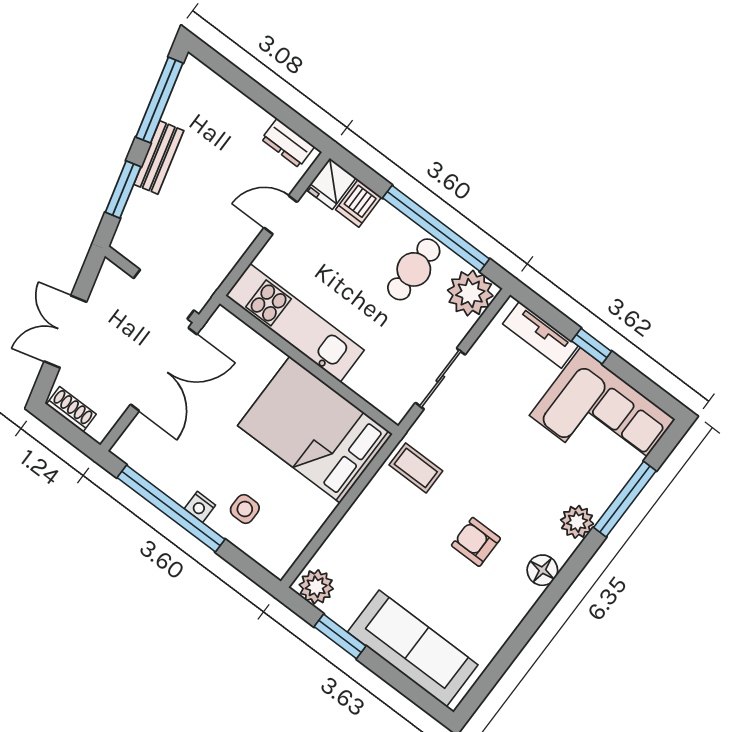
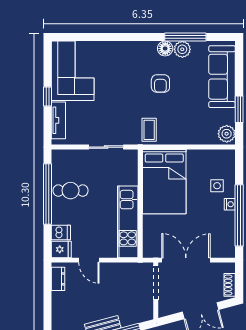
plant: (470, 293) -> (63, 161), removed
window: (625, 499) -> (185, 37), moved
plant: (577, 522) -> (182, 49), moved
floor lamp: (542, 570) -> (165, 49), moved

